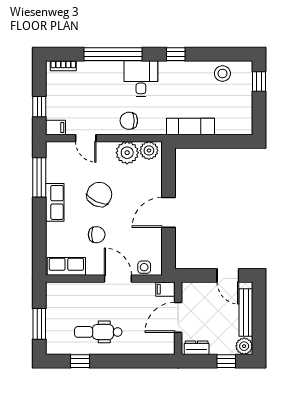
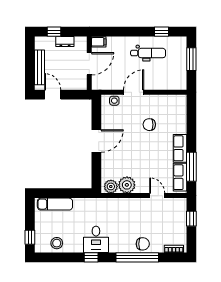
desk: (141, 79) -> (96, 239), moved
chair: (129, 121) -> (143, 244), moved
exam couch: (190, 127) -> (55, 204), moved
filing cabinet: (55, 128) -> (180, 203), removed
chair: (99, 194) -> (147, 154), removed
row of seats: (66, 266) -> (180, 177), moved, turned 90
door: (118, 279) -> (134, 92), swing flipped
filing cabinet: (165, 289) -> (99, 42), moved
plant: (244, 346) -> (41, 43), removed
dresser: (197, 348) -> (65, 41), moved

